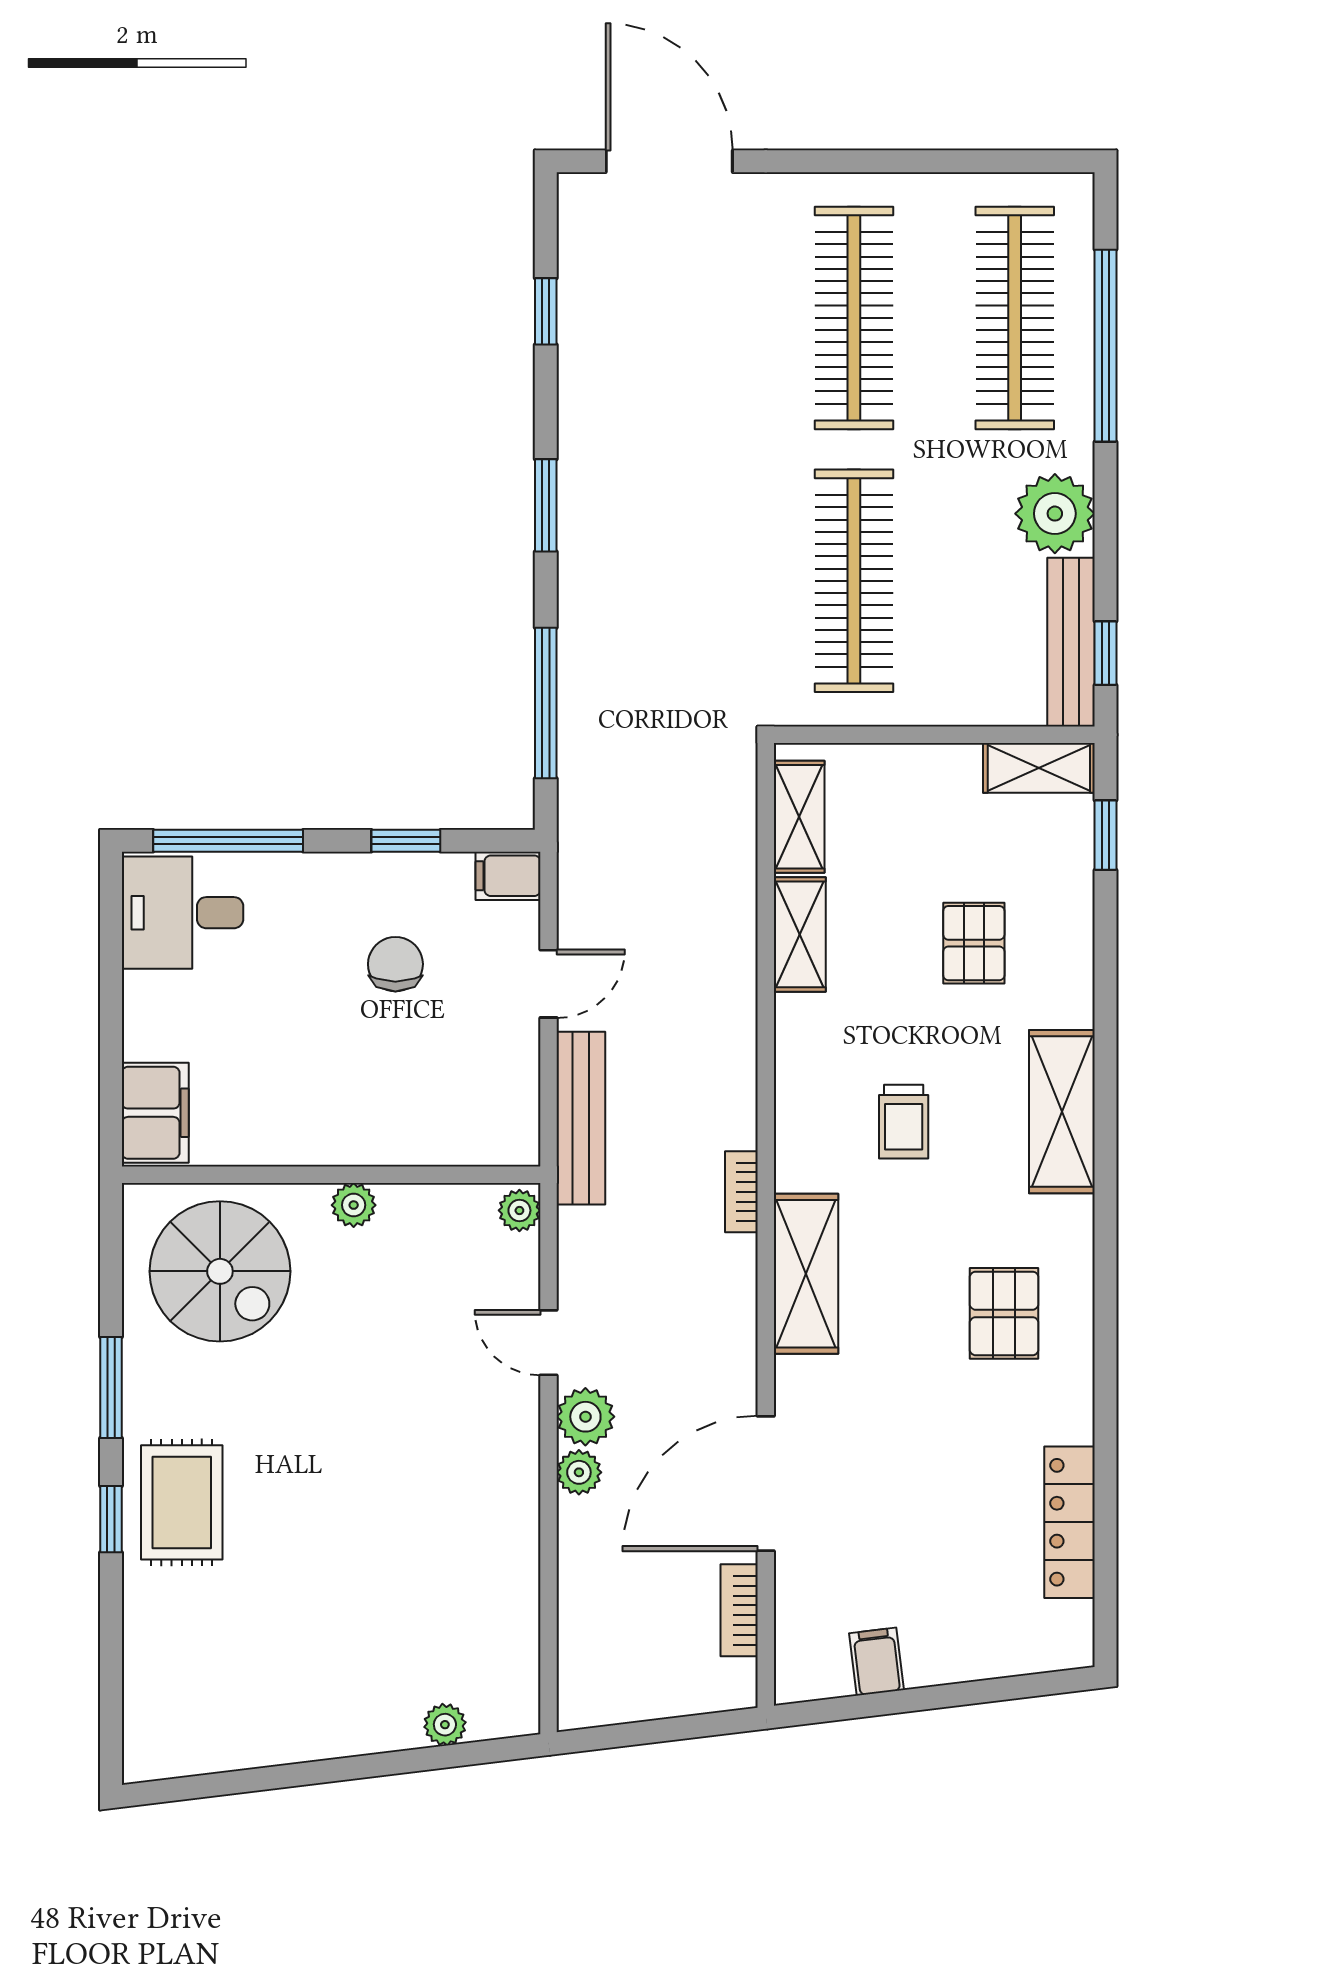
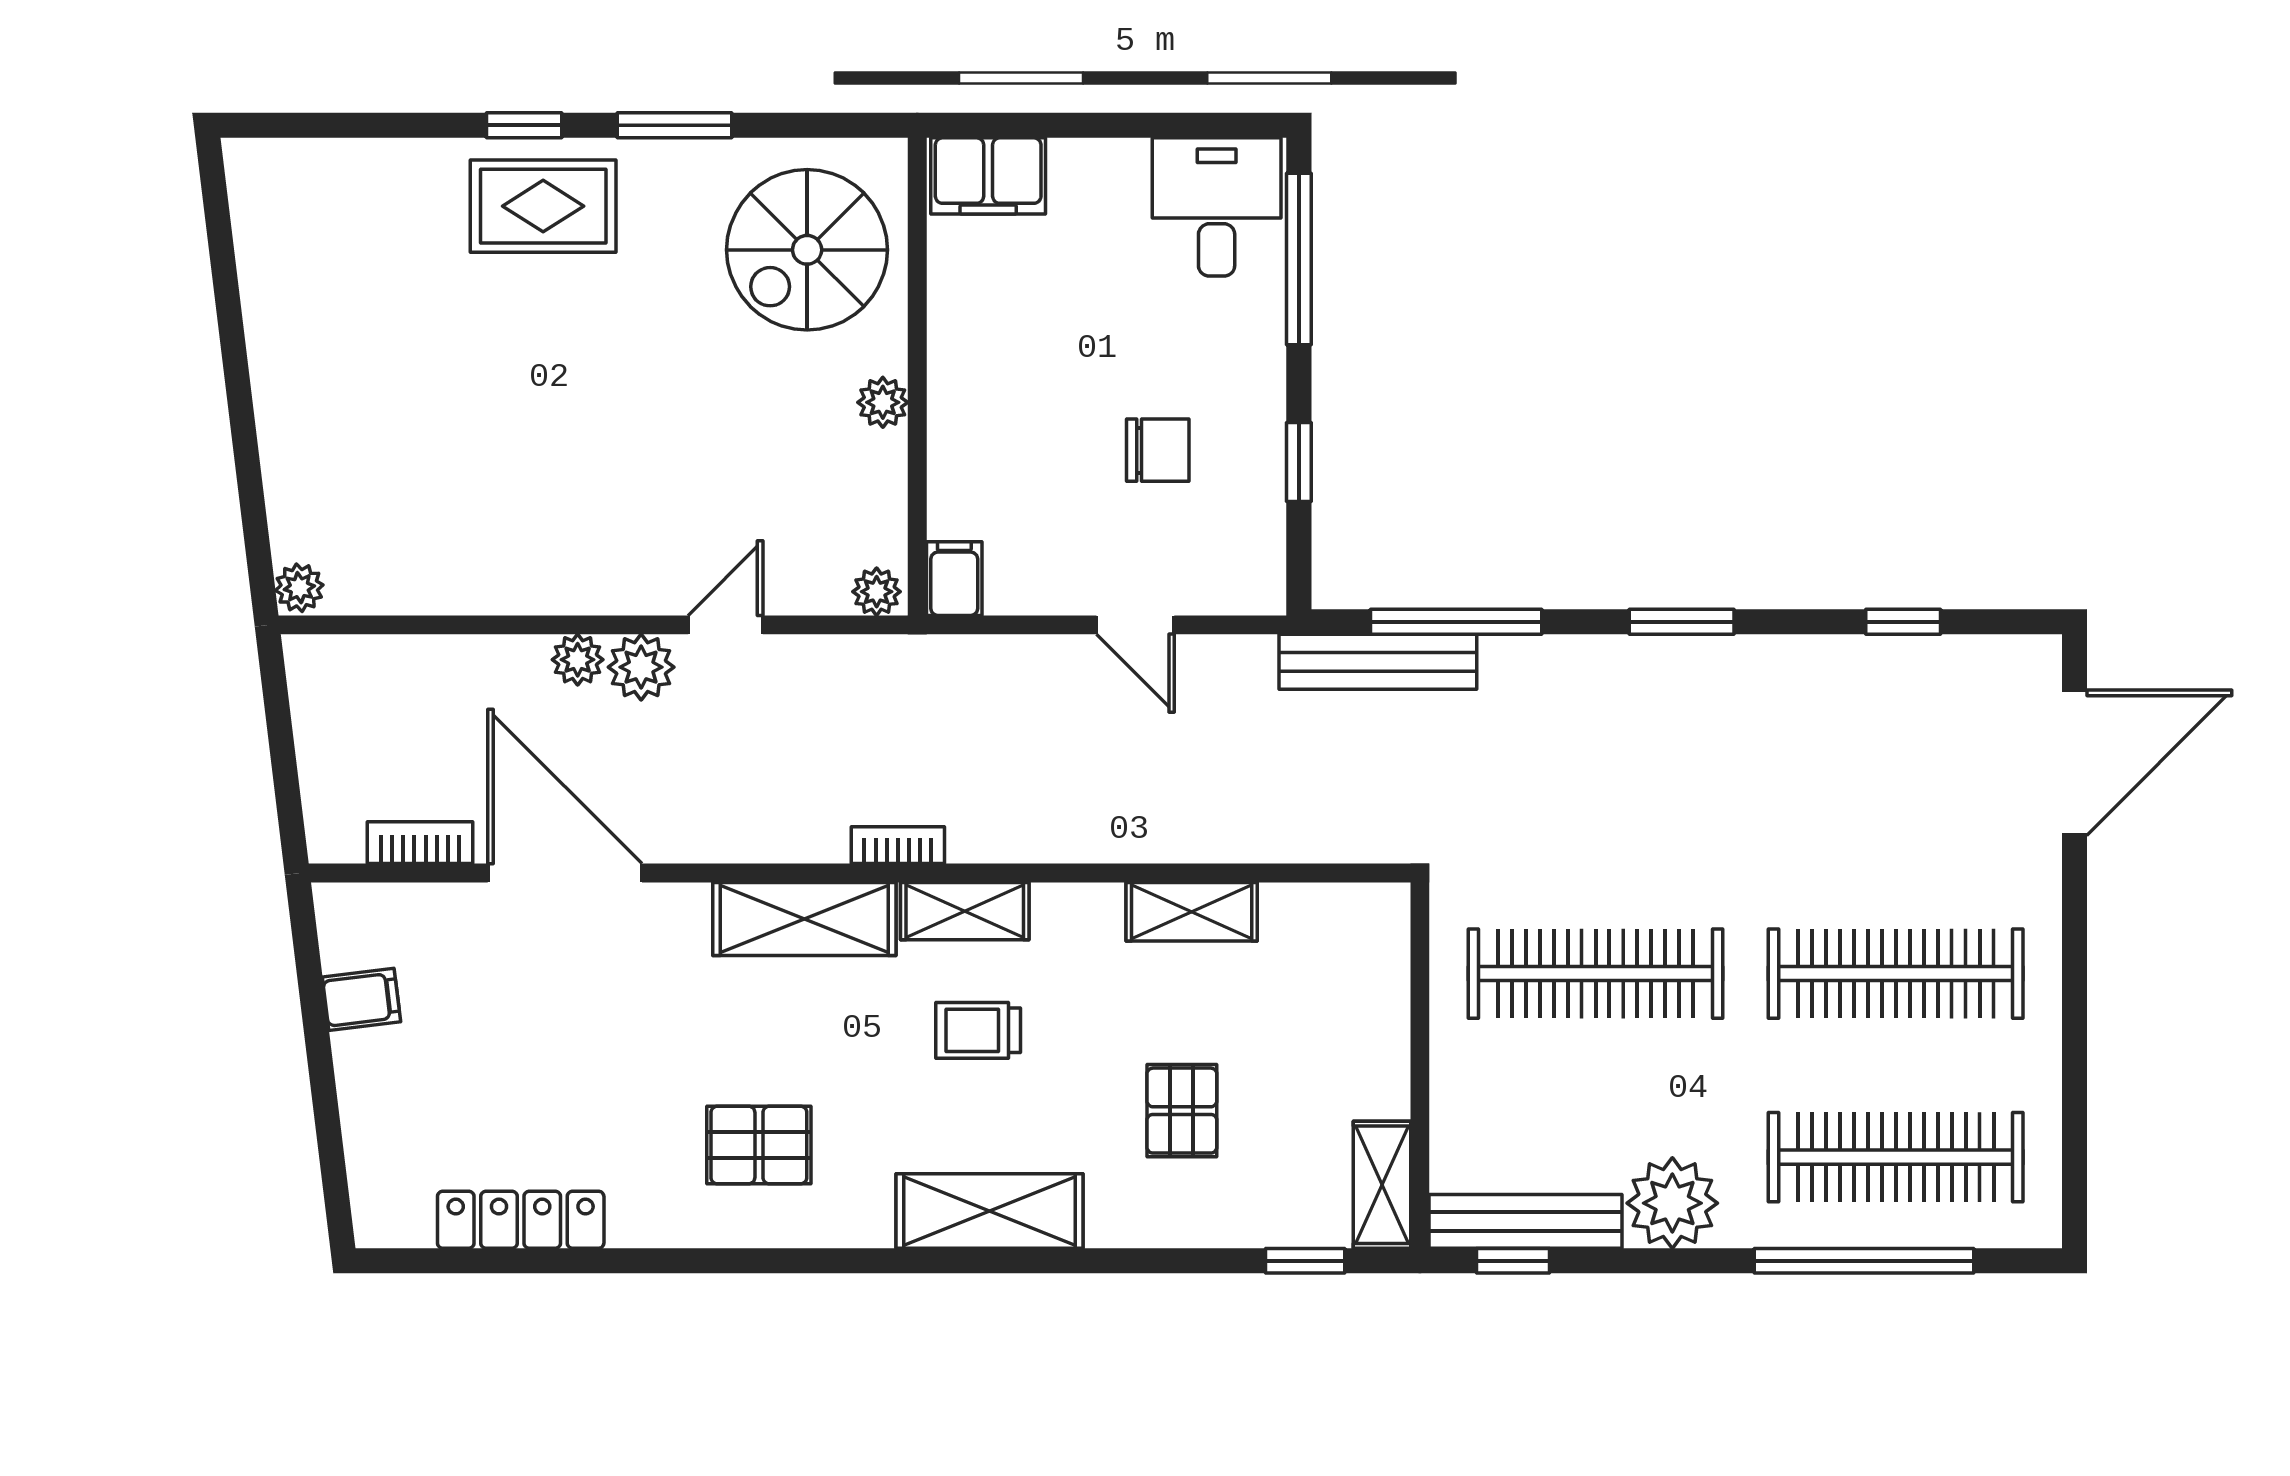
shelving: (799, 817) -> (965, 911), moved
filing cabinet: (508, 876) -> (954, 579), moved
pallet: (974, 943) -> (1182, 1111), turned 90
bench: (581, 1118) -> (1378, 662), moved
plant: (445, 1725) -> (299, 588), moved

